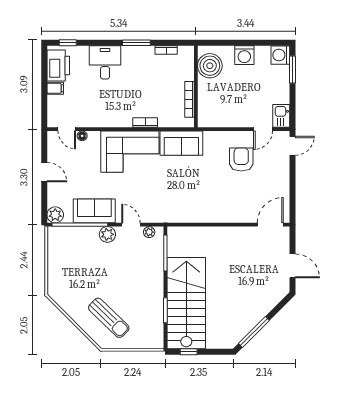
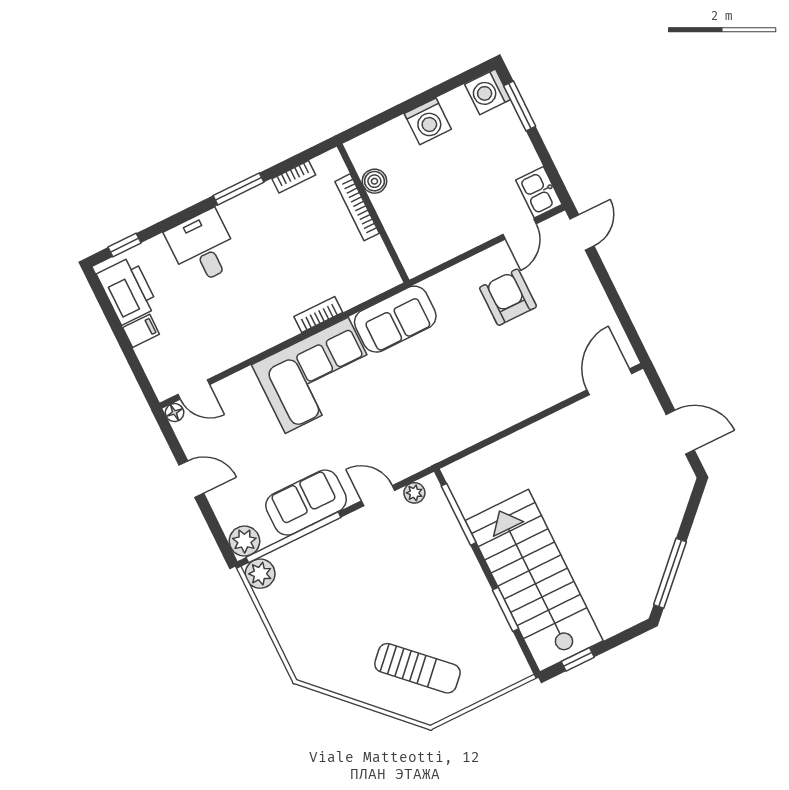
boiler: (210, 66) -> (374, 181), width x0.54, depth x0.54
bookcase: (190, 99) -> (357, 207), moved
floor lamp: (82, 136) -> (175, 413), moved
plant: (107, 234) -> (260, 574), moved

